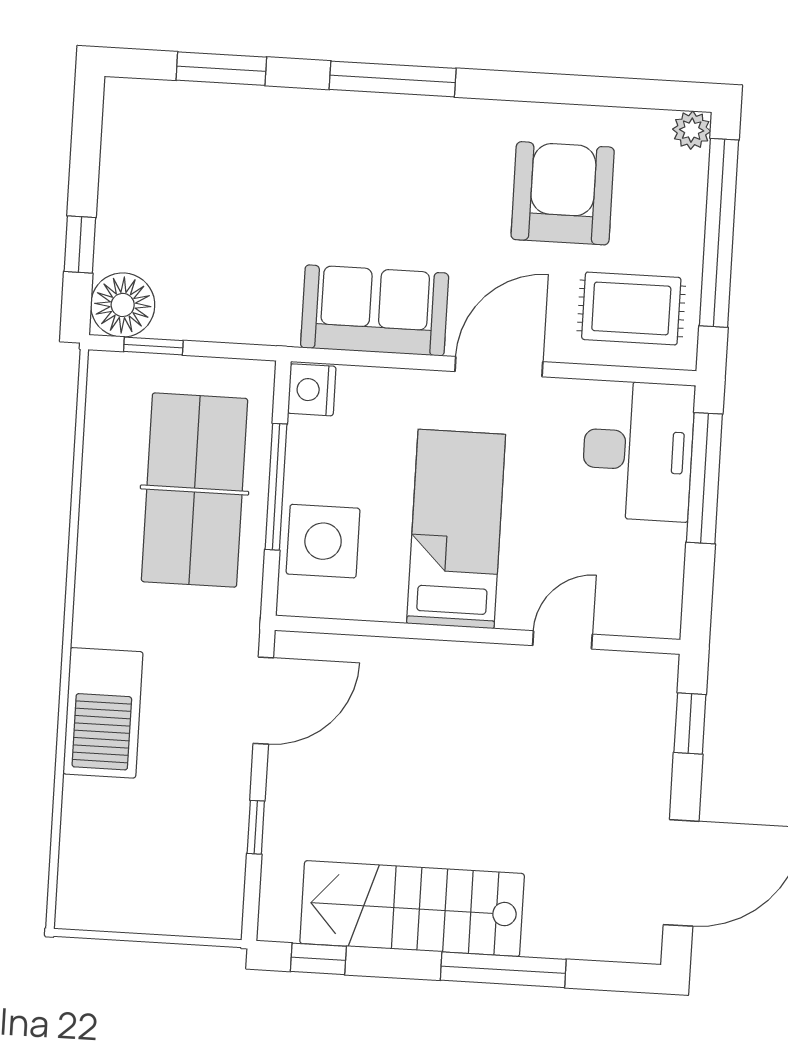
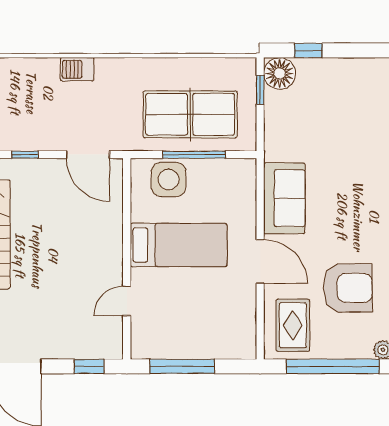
nightstand: (312, 390) -> (243, 169), removed
desk: (638, 451) -> (223, 333), removed
window: (704, 478) -> (182, 366), moved
door: (563, 640) -> (127, 301), swing flipped
barbecue: (103, 713) -> (77, 69), width x0.53, depth x0.65

